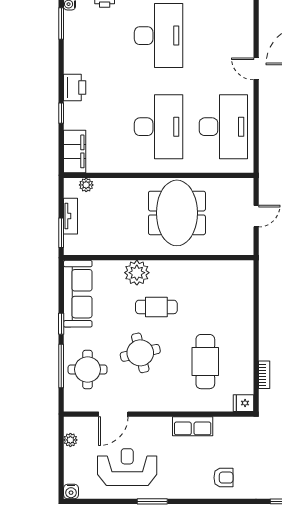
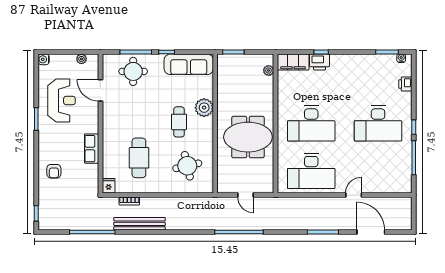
printer: (75, 87) -> (320, 62), moved
tv unit: (70, 216) -> (246, 59), removed
round table: (140, 353) -> (187, 166), moved
cafe table: (205, 362) -> (139, 158), turned 90

